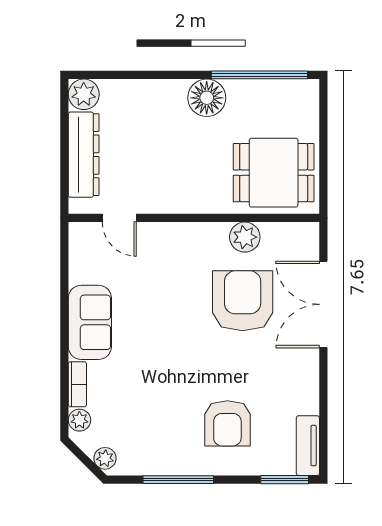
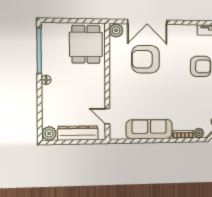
floor lamp: (207, 98) -> (46, 80), width x0.53, depth x0.53
door: (119, 218) -> (107, 116), swing flipped
plant: (245, 237) -> (116, 30), moved
sofa: (90, 322) -> (149, 129), width x1.36

